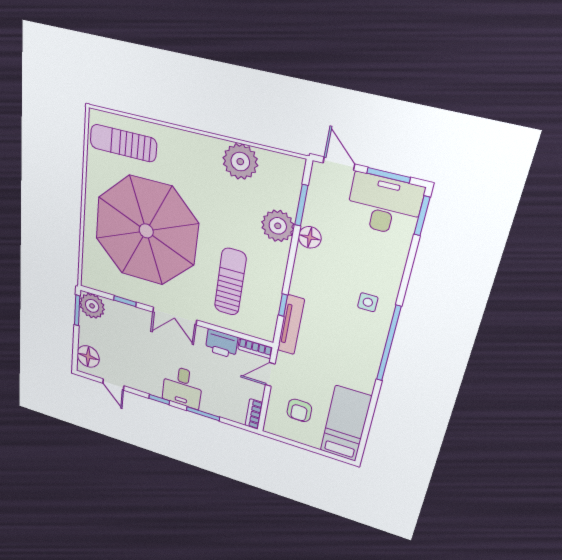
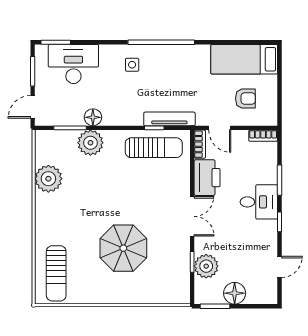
desk: (384, 205) -> (73, 64), moved, turned 90
parasol: (146, 231) -> (123, 248), width x0.54, depth x0.54
sun lounger: (230, 282) -> (154, 148), moved, turned 180
plant: (92, 306) -> (206, 266), moved
printer: (222, 344) -> (207, 178), width x1.37, depth x1.19
floor lamp: (88, 356) -> (235, 293), moved

